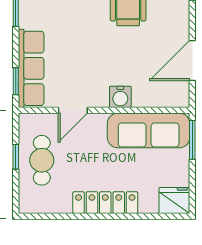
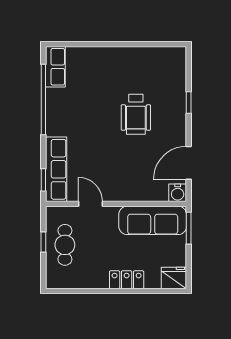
water cooler: (120, 97) -> (178, 193), moved
door: (73, 110) -> (90, 204), swing flipped
locker: (105, 203) -> (127, 280), width x0.66

